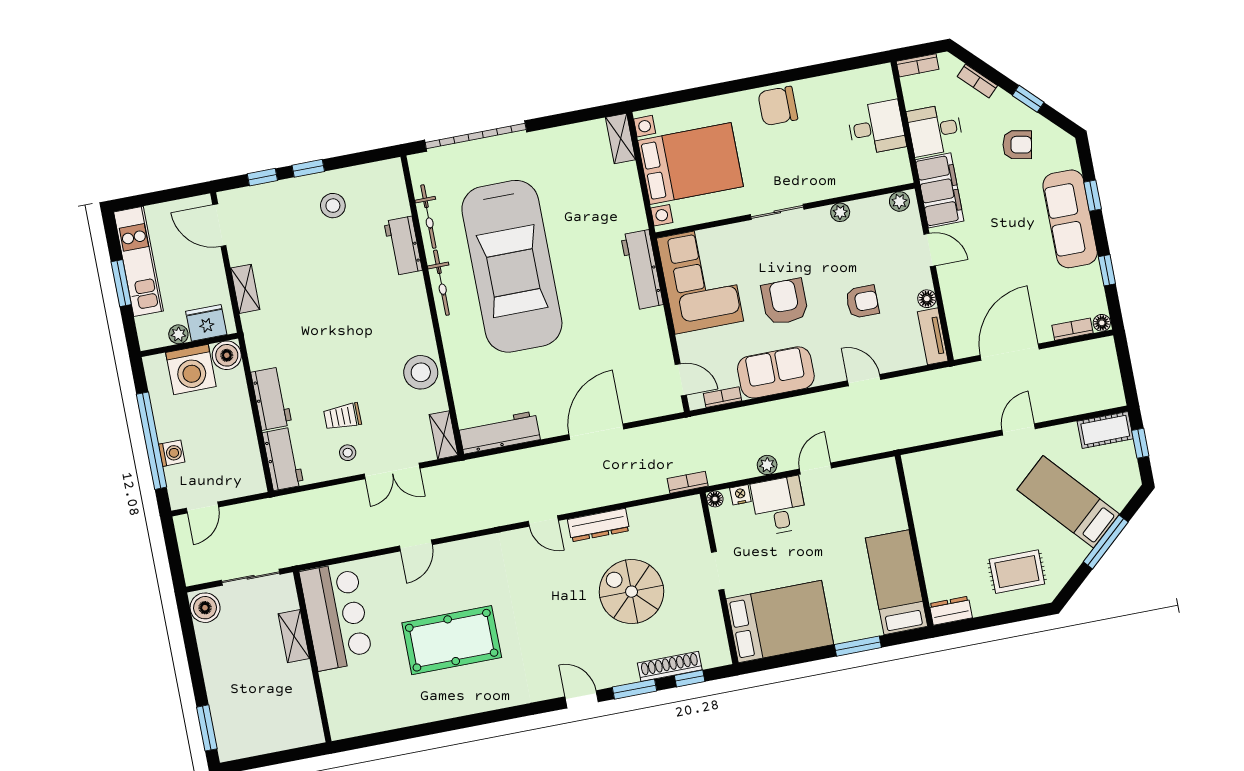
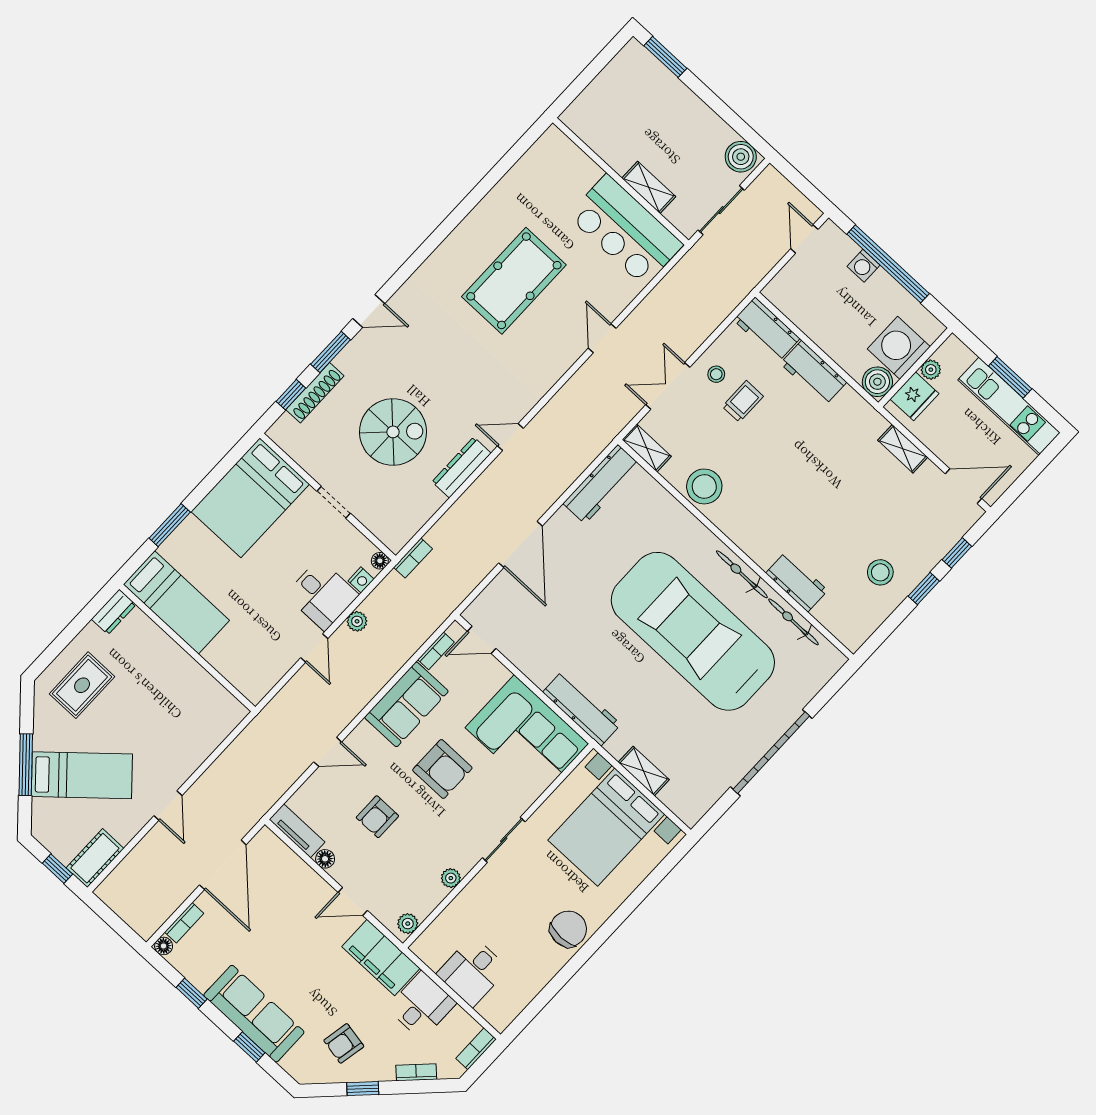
garage door: (476, 136) -> (771, 753), moved
shelving: (620, 139) -> (644, 771), moved

